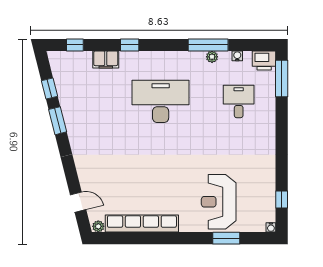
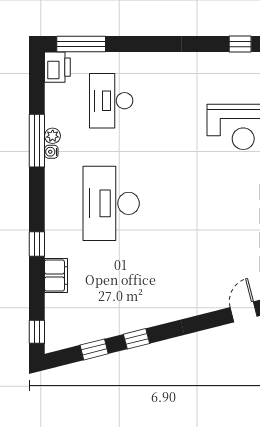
window: (75, 45) -> (37, 332), moved
water cooler: (237, 56) -> (51, 152), moved
desk: (239, 101) -> (111, 101), width x1.37
window: (58, 121) -> (136, 339), width x0.67

